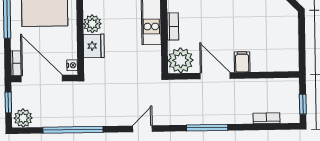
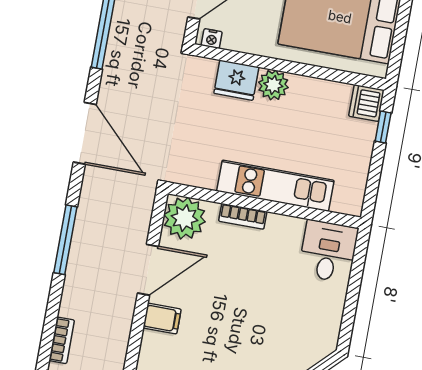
door: (142, 129) -> (85, 133), width x1.88

